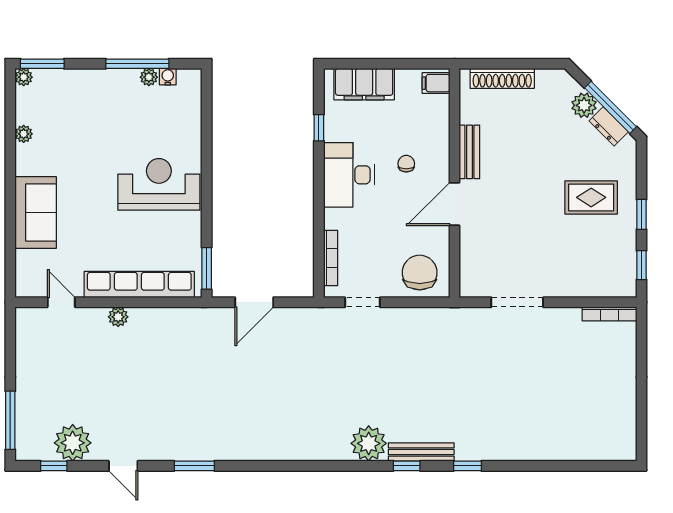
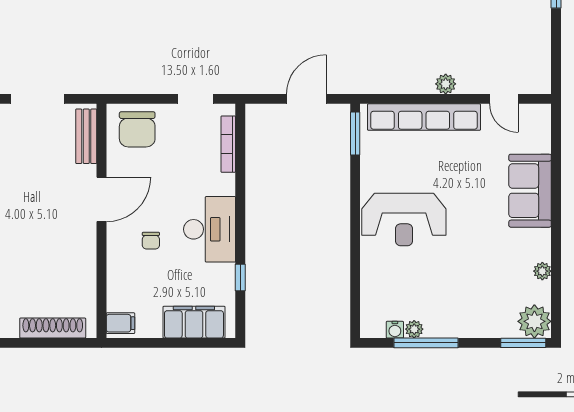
plant: (24, 77) -> (534, 321), width x1.87, depth x1.87
bench: (469, 152) -> (86, 136), moved

